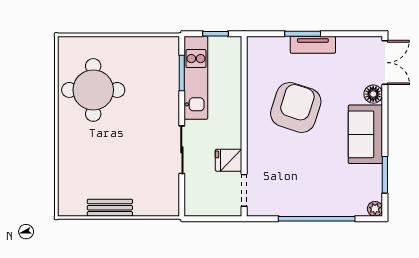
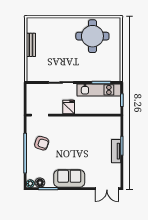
floor lamp: (373, 94) -> (40, 183), moved
armchair: (296, 107) -> (42, 143), moved, width x0.53, depth x0.53
fridge: (229, 160) -> (69, 107), moved

